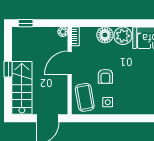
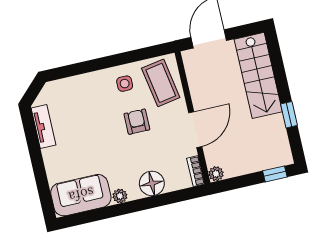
plant: (123, 36) -> (120, 196), width x0.53, depth x0.53
window: (8, 69) -> (289, 115), moved

